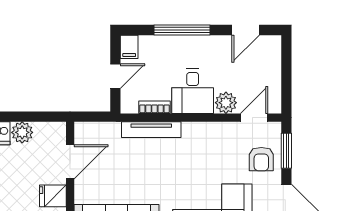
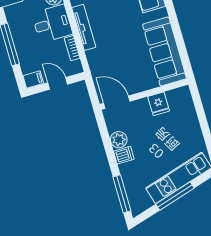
tv unit: (151, 130) -> (84, 27), moved
door: (70, 162) -> (117, 102), moved

